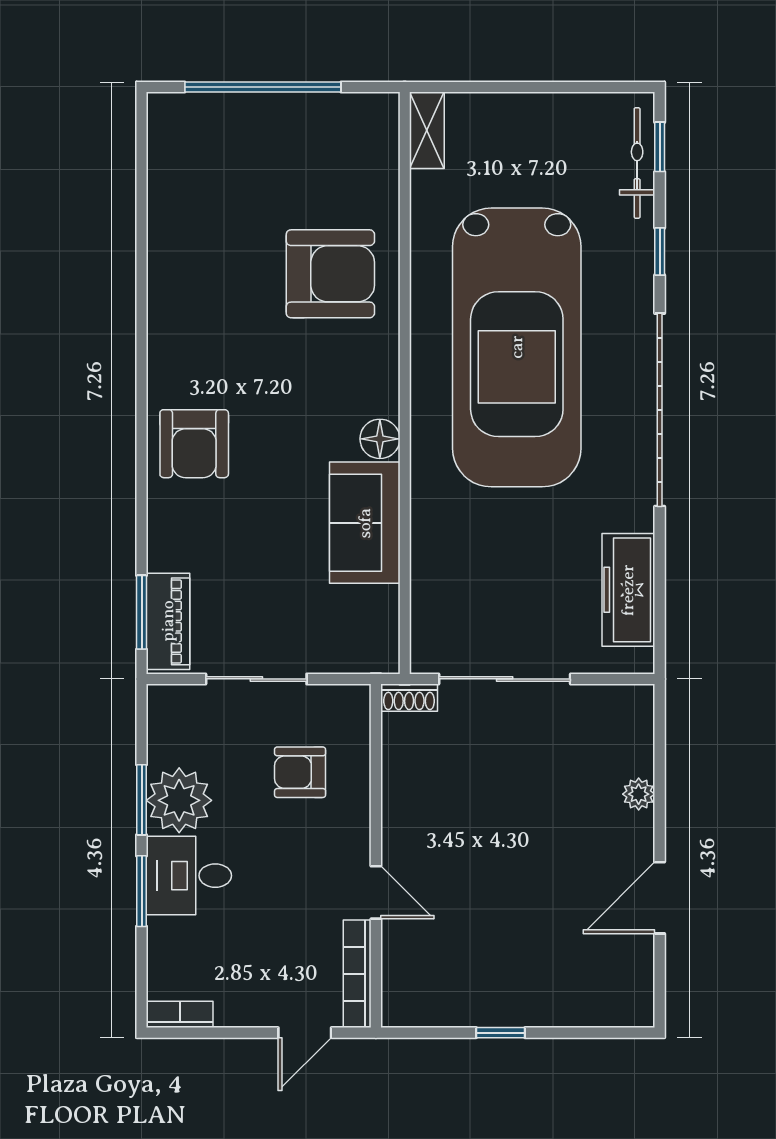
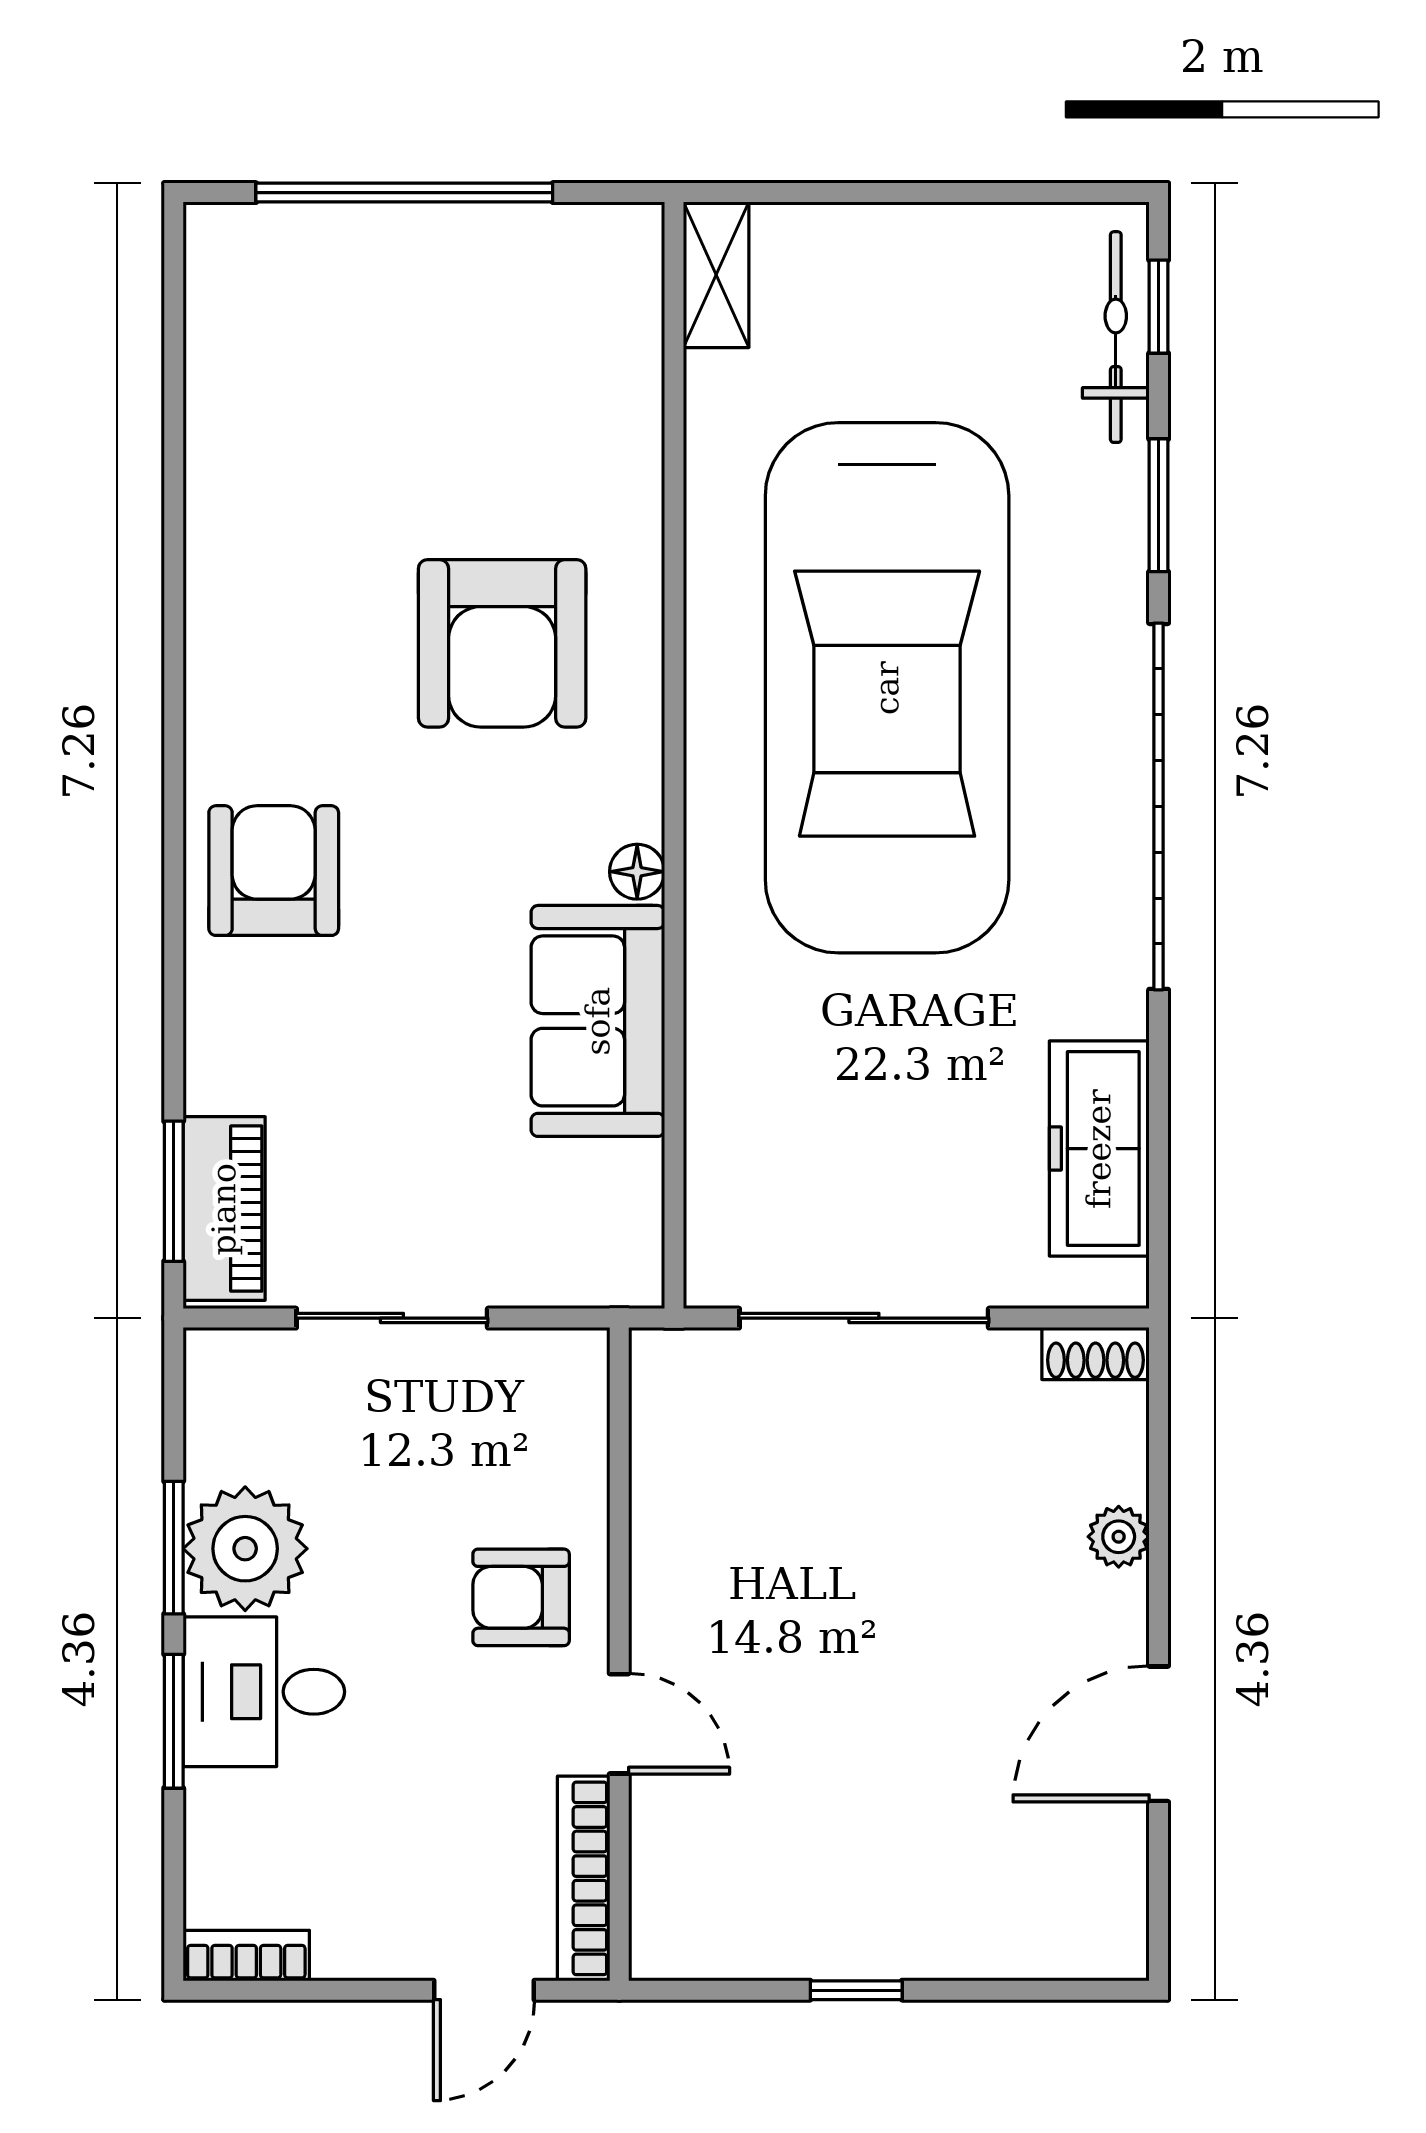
window: (660, 251) -> (1159, 505), width x1.50
armchair: (330, 274) -> (502, 643), moved, turned 90
floor lamp: (380, 439) -> (637, 872), width x0.73, depth x0.73
armchair: (194, 444) -> (274, 871), turned 180
shoe rack: (409, 698) -> (1096, 1353), moved
armchair: (300, 772) -> (521, 1597), moved

